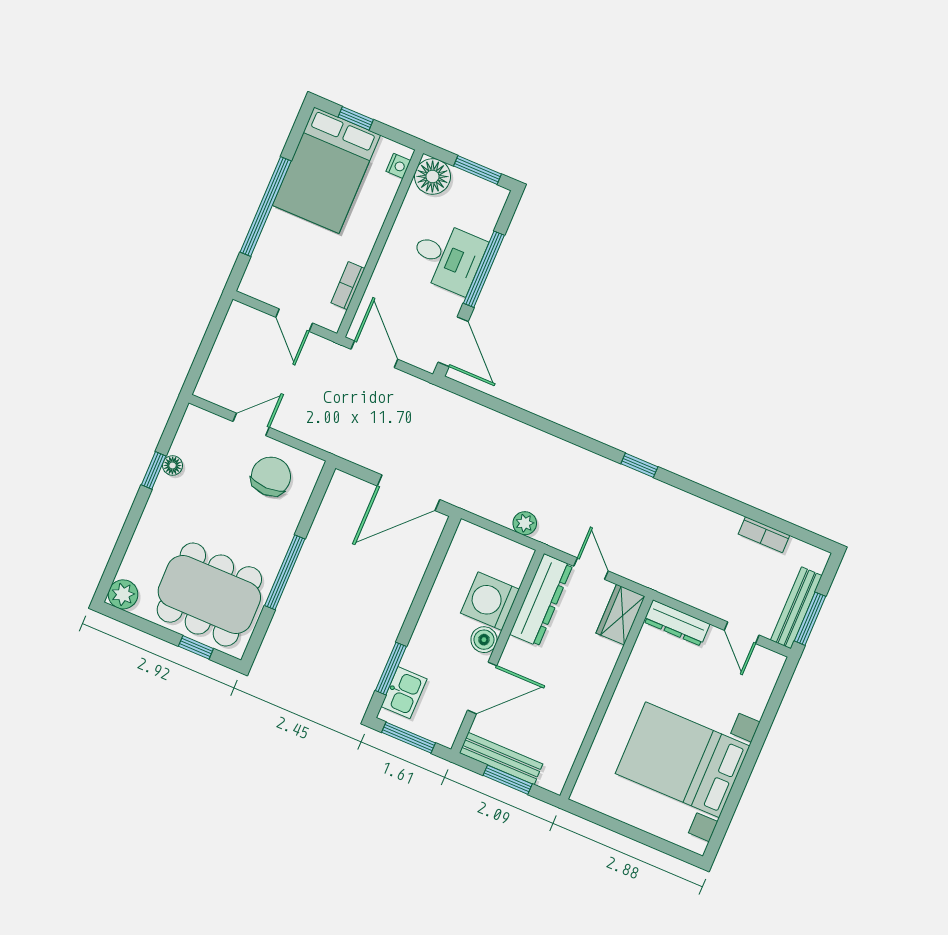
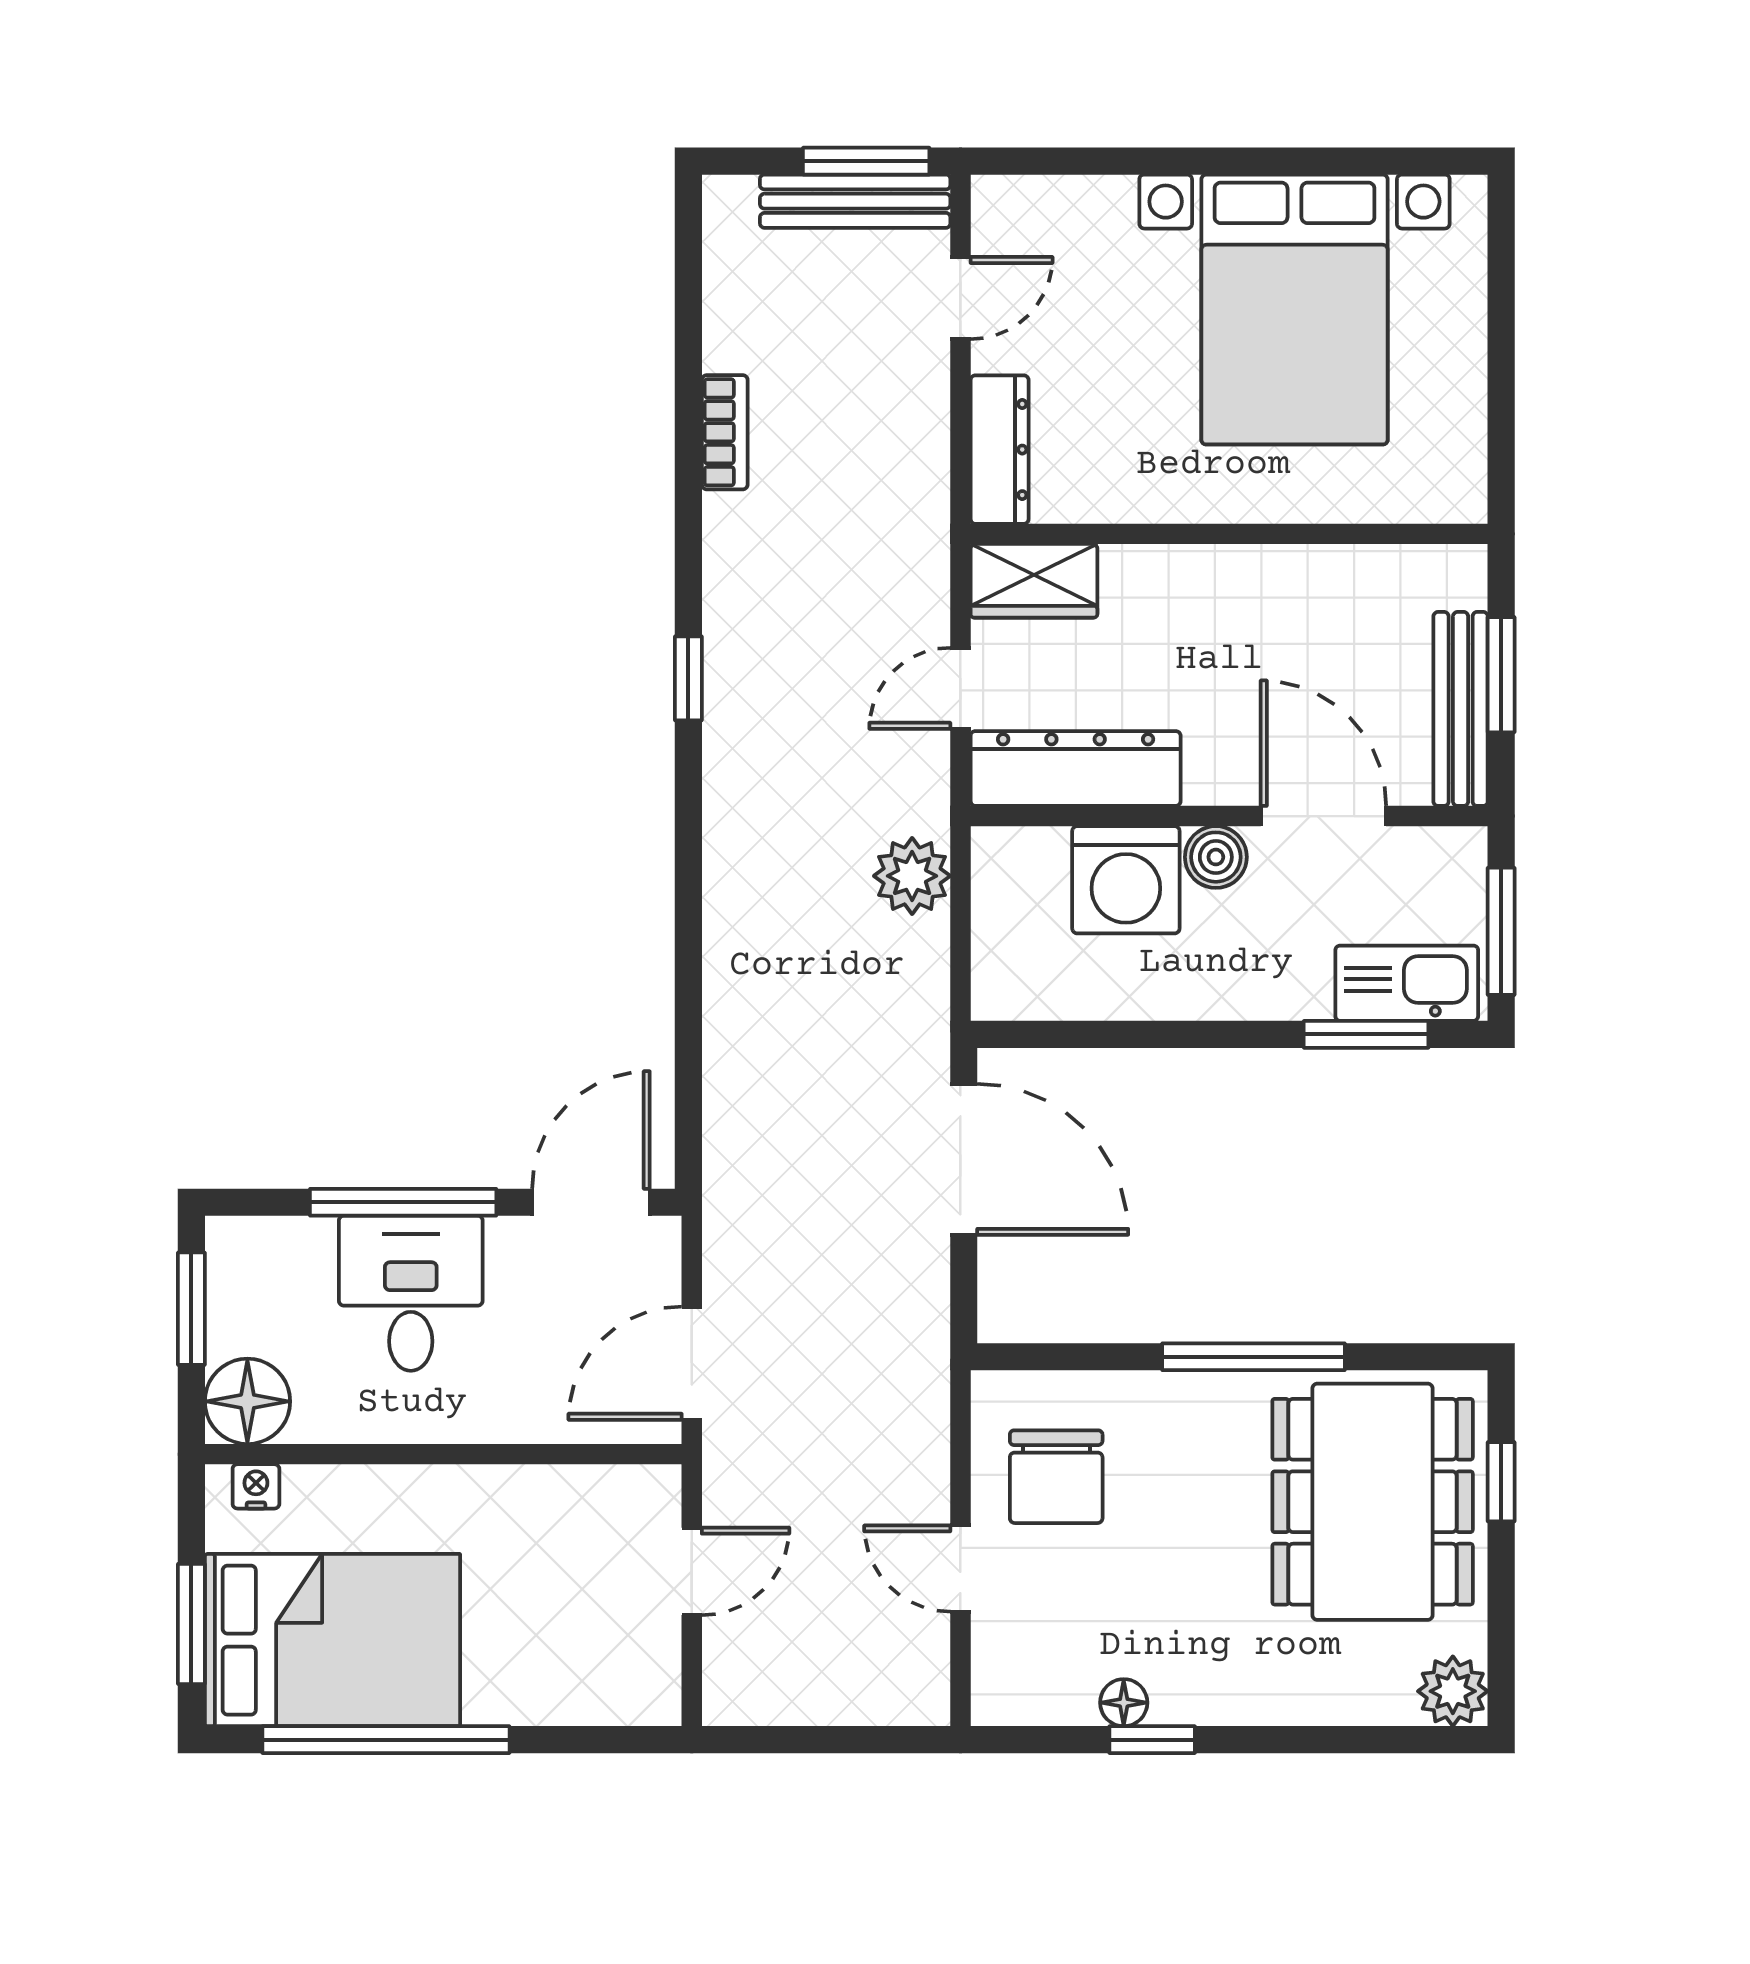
window: (356, 118) -> (191, 1624), width x1.50
window: (266, 206) -> (386, 1740), moved
bookcase: (348, 286) -> (566, 1486), removed
chair: (271, 476) -> (1056, 1477), turned -90
plant: (525, 523) -> (912, 876), width x1.38, depth x1.38
bookcase: (764, 535) -> (725, 432), moved
kitchen sink: (404, 693) -> (1407, 983), width x1.38

